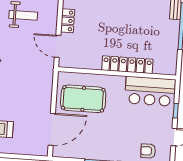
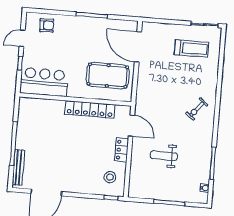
locker: (127, 65) -> (90, 109), moved
door: (52, 129) -> (138, 47), hinge flipped

